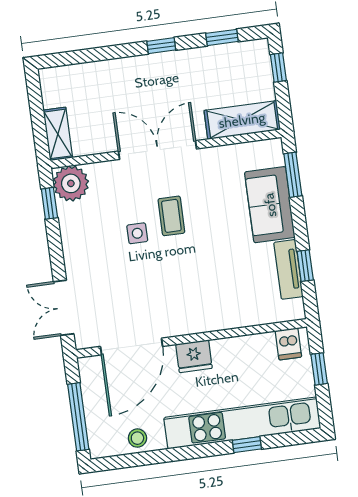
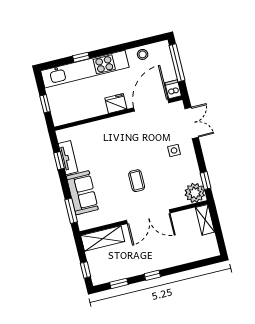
side table: (137, 233) -> (174, 150), moved
dishwasher: (288, 344) -> (173, 89), moved

